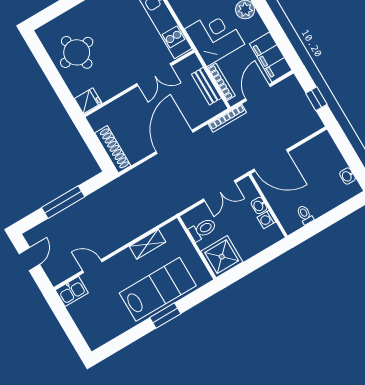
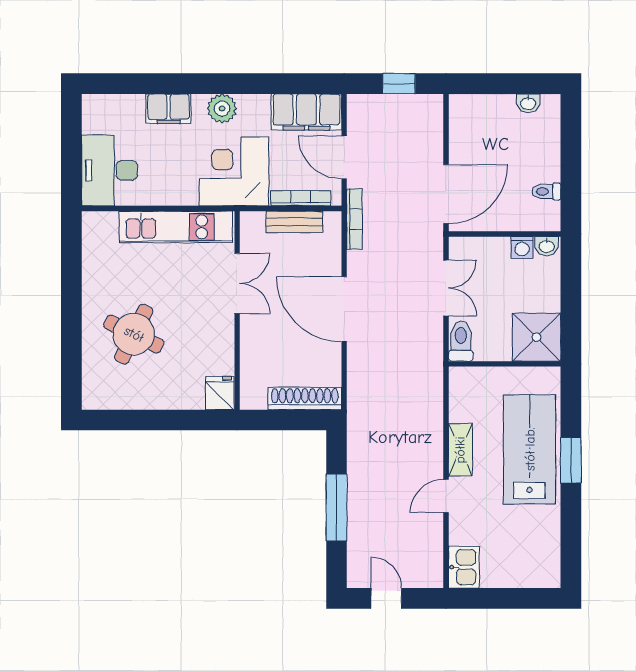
round table: (77, 52) -> (134, 334), moved, turned 38
washbasin: (259, 206) -> (547, 246), moved
toilet: (203, 229) -> (461, 341), moved
shelving: (147, 244) -> (460, 450), moved
door: (92, 266) -> (446, 496), moved

